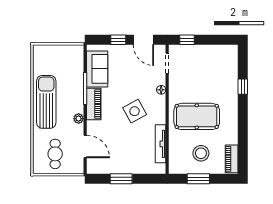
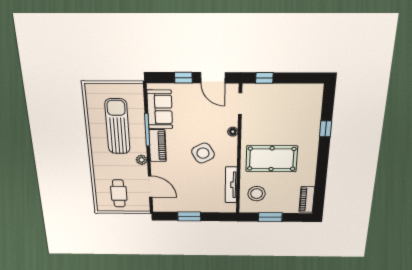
sun lounger: (46, 102) -> (117, 126), moved
stool: (201, 153) -> (257, 194), moved

